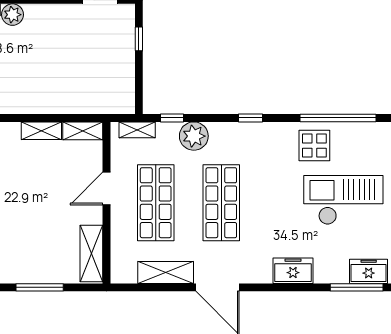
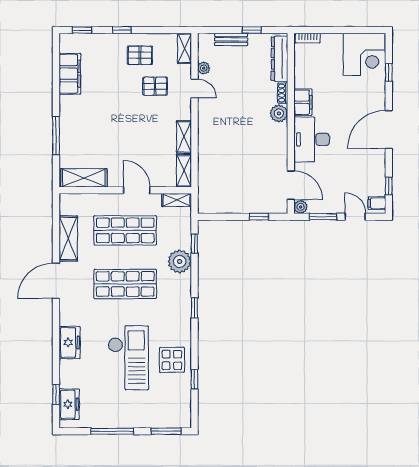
window: (338, 118) -> (194, 379), width x0.32
shelving: (137, 130) -> (177, 200), moved, turned 90
checkout: (343, 200) -> (128, 358), moved
window: (357, 287) -> (56, 394), width x0.46

